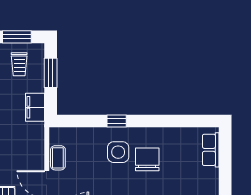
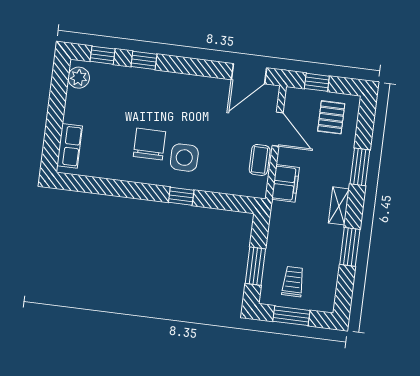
filing cabinet: (35, 107) -> (286, 183), moved
chair: (147, 159) -> (150, 144), turned 180

